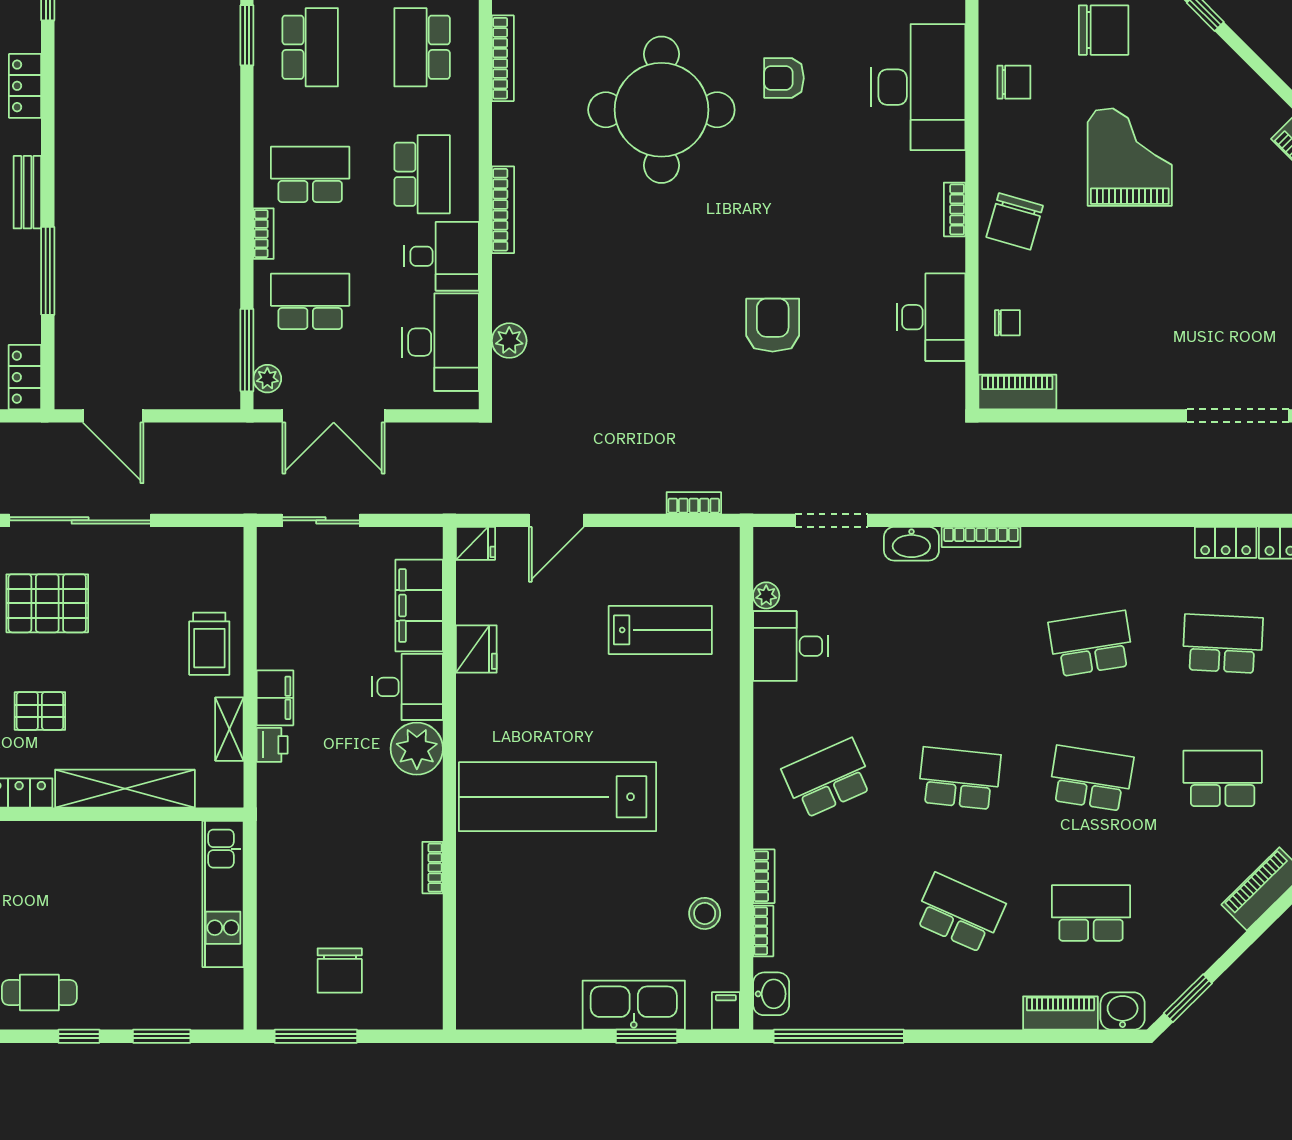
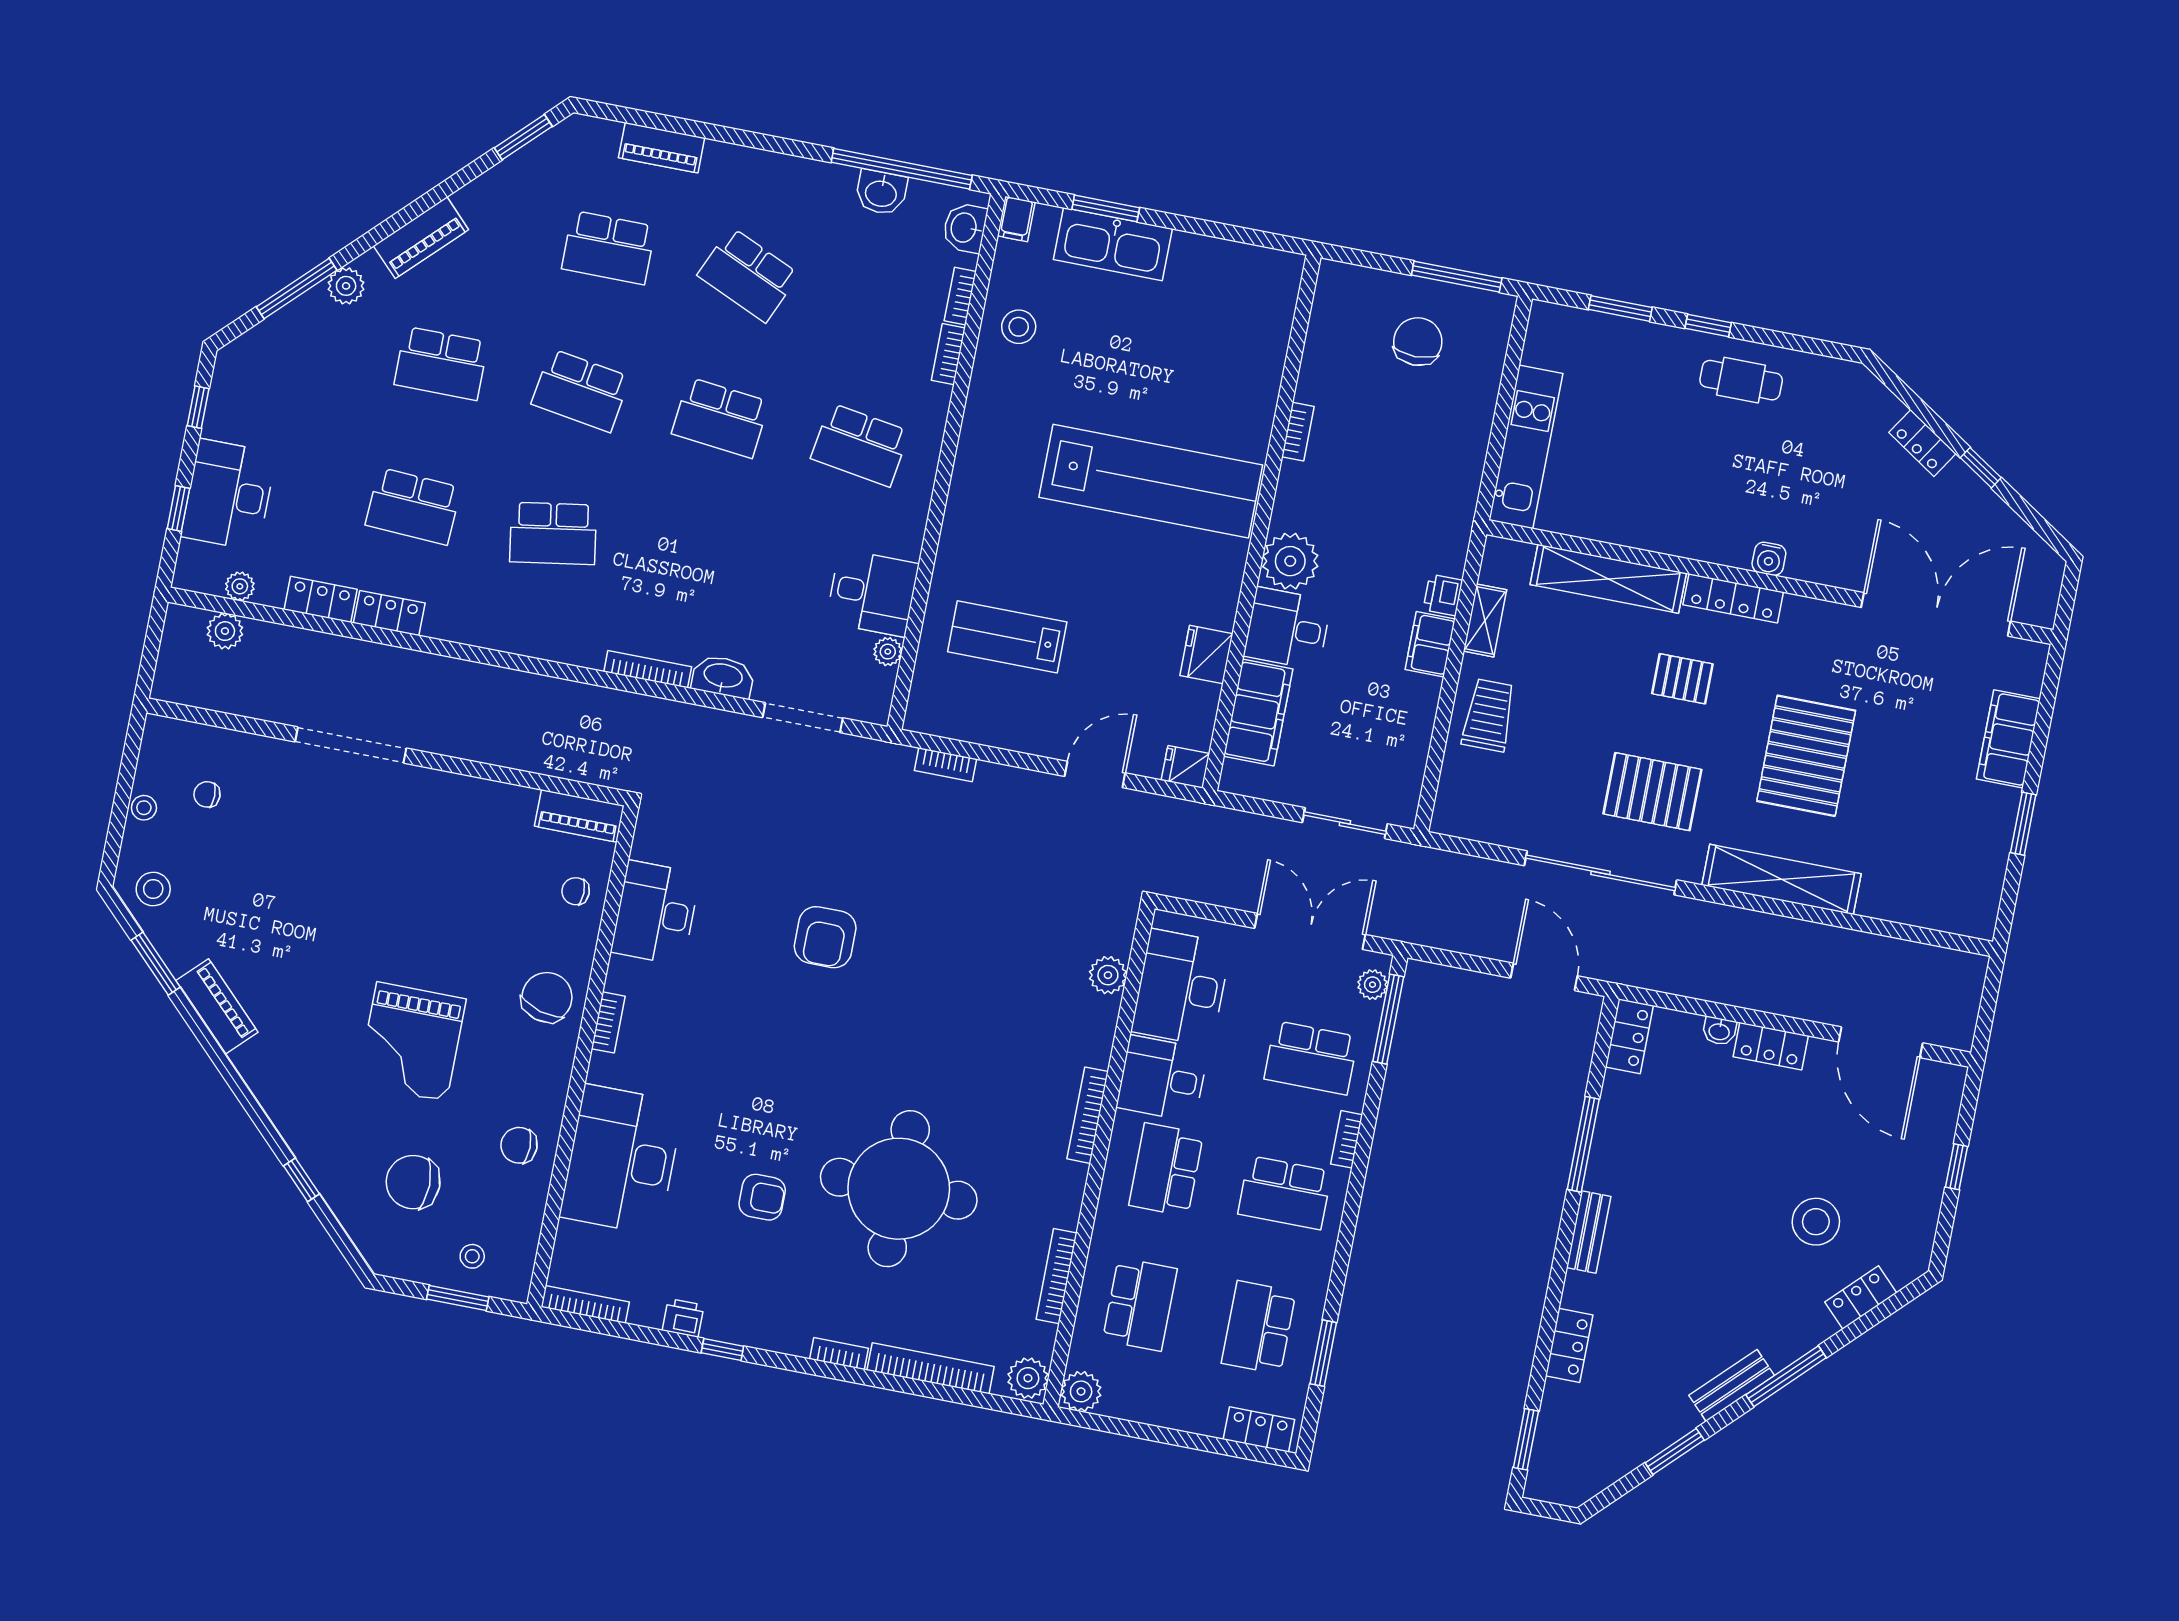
school desk: (828, 778) -> (860, 445), turned 33
washbasin: (1123, 1011) -> (881, 193), moved

